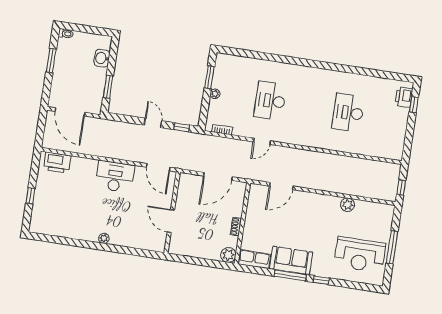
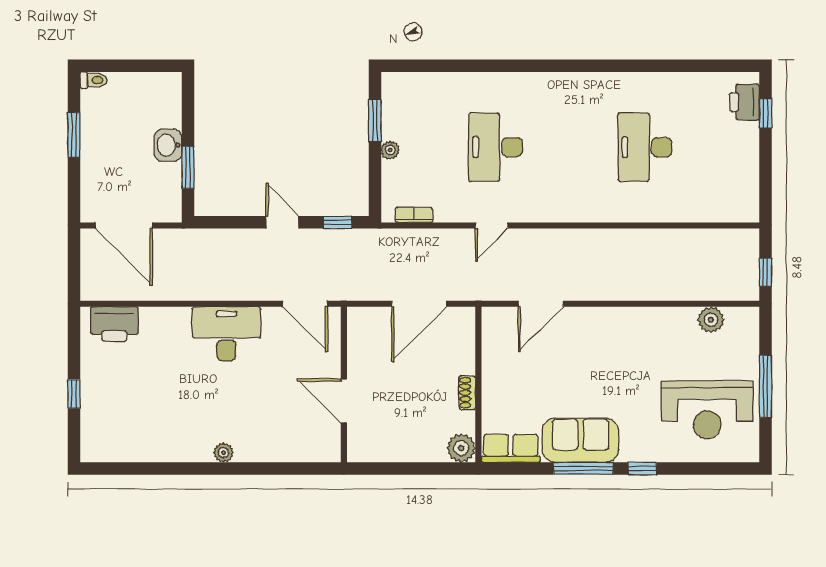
washbasin: (102, 58) -> (168, 145), moved
plant: (348, 205) -> (711, 320), moved

